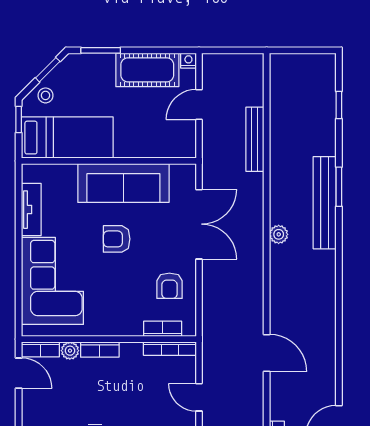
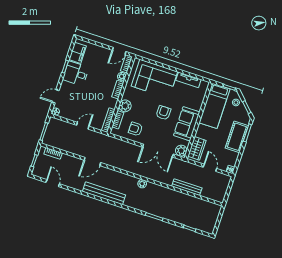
cot: (147, 70) -> (237, 137), moved
wardrobe: (168, 145) -> (197, 148), added
plant: (183, 176) -> (181, 151), added
sofa: (123, 183) -> (187, 124), width x0.73
bench: (325, 203) -> (104, 193), moved
plant: (129, 323) -> (125, 106), added

